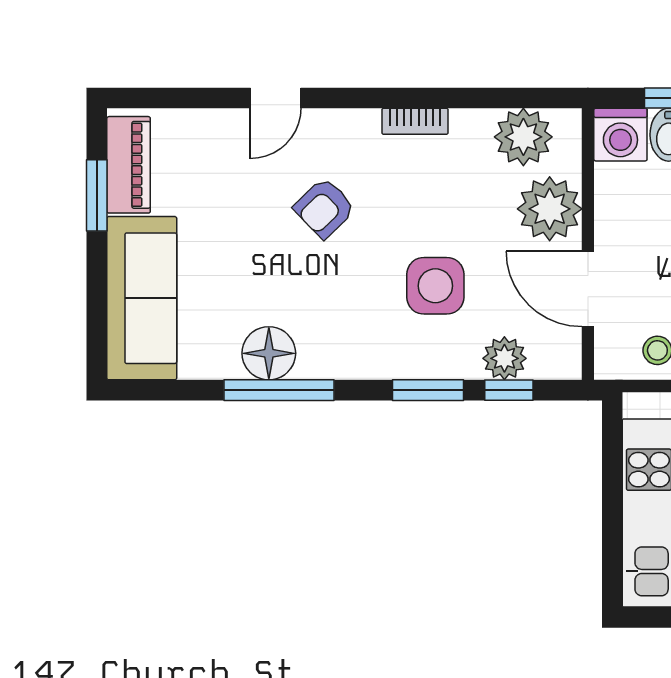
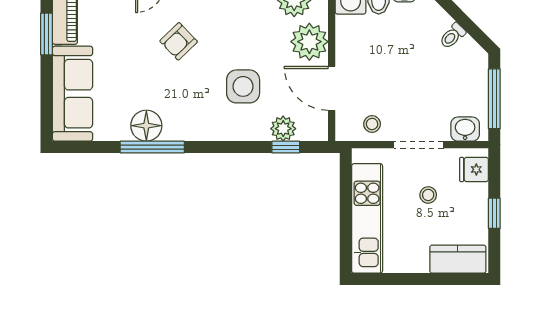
window: (428, 390) -> (239, 147), removed

